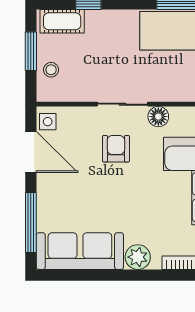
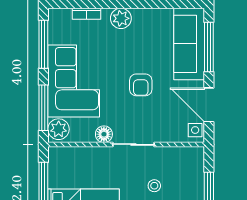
stool: (51, 70) -> (154, 186), moved
armchair: (116, 149) -> (141, 85), moved
sofa: (80, 251) -> (189, 44), moved, turned 90

